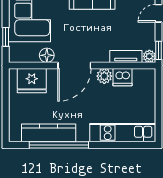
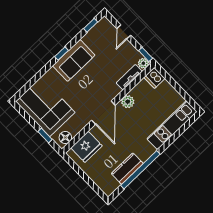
floor lamp: (47, 55) -> (65, 138), moved
dishwasher: (122, 77) -> (154, 78), moved, turned 90
kitchen counter: (49, 133) -> (127, 169), width x0.67

